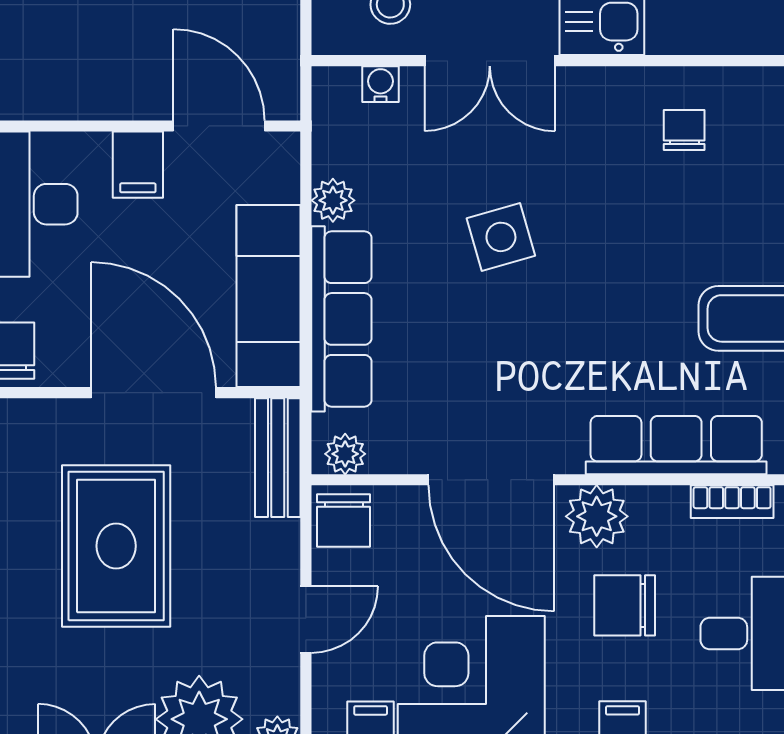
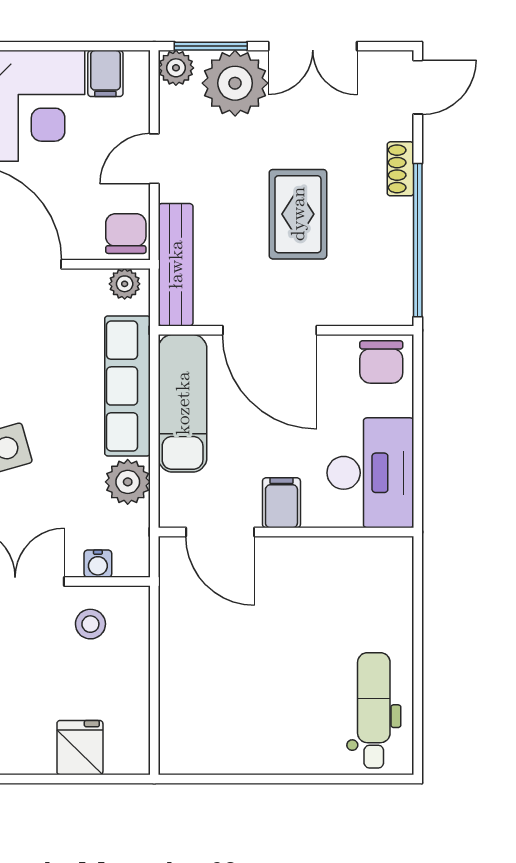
plant: (333, 200) -> (128, 482), width x1.38, depth x1.38
bench: (278, 458) -> (176, 265), width x1.36
rug: (116, 546) -> (298, 214), width x0.73, depth x0.70

